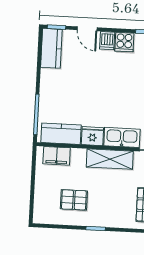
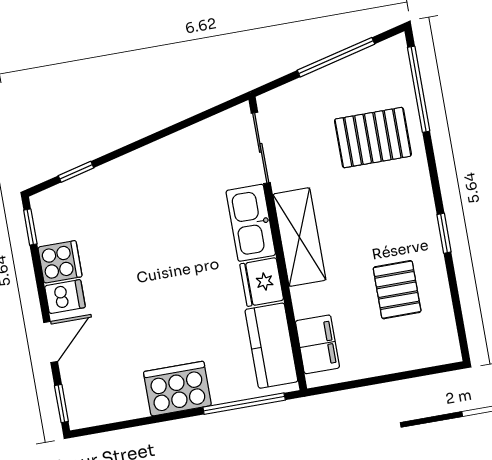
kitchen counter: (51, 48) -> (106, 404), removed
cooker: (51, 84) -> (177, 389), added

